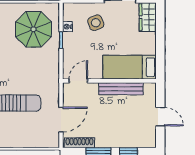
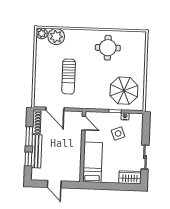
side table: (96, 23) -> (118, 133), moved
bench: (121, 89) -> (37, 151), moved
door: (160, 117) -> (54, 184), hinge flipped

